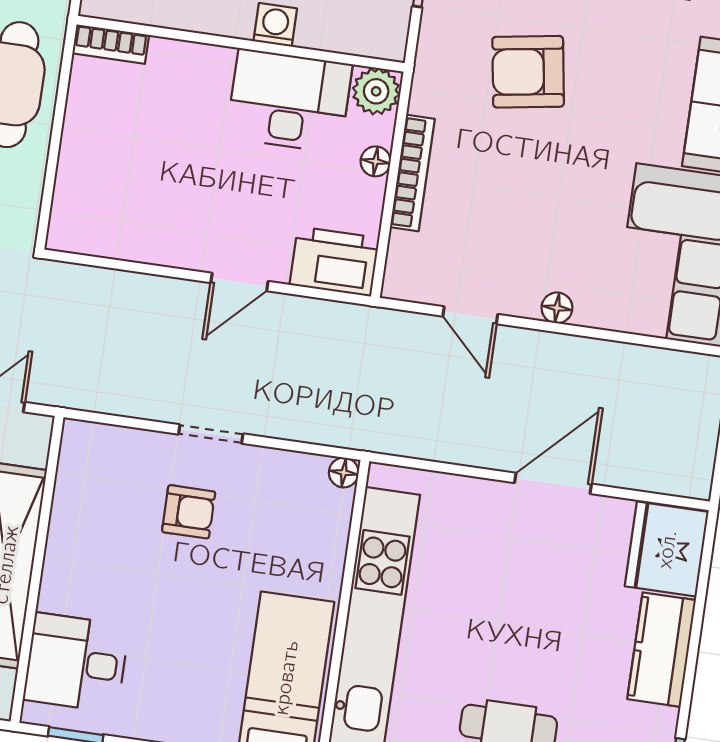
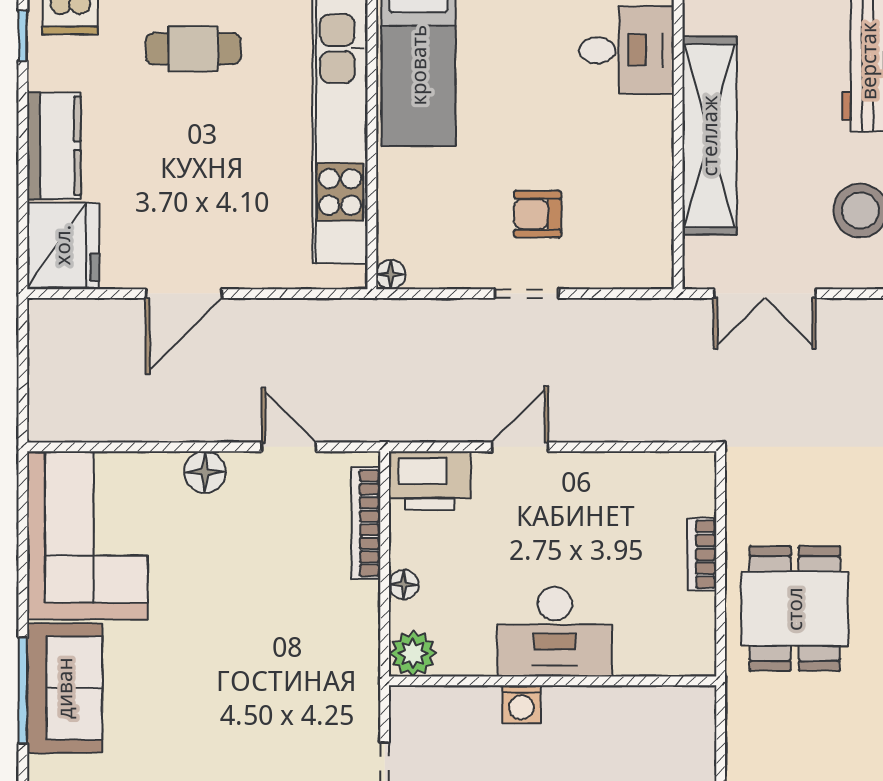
bookcase: (111, 44) -> (702, 554), moved, turned -90
armchair: (528, 72) -> (267, 694), removed
desk: (289, 101) -> (555, 632), moved
bookcase: (412, 173) -> (366, 523), moved
floor lamp: (557, 308) -> (205, 472), width x1.37, depth x1.37

